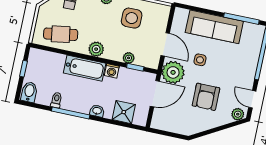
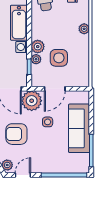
side table: (132, 18) -> (59, 58), moved
plant: (96, 49) -> (38, 47), moved

